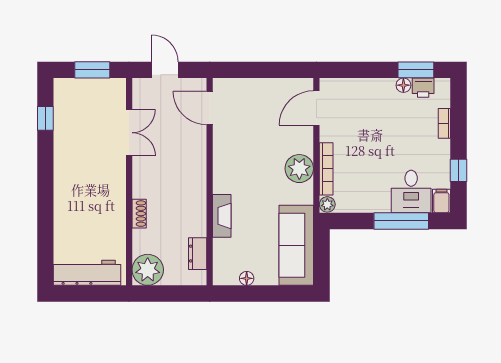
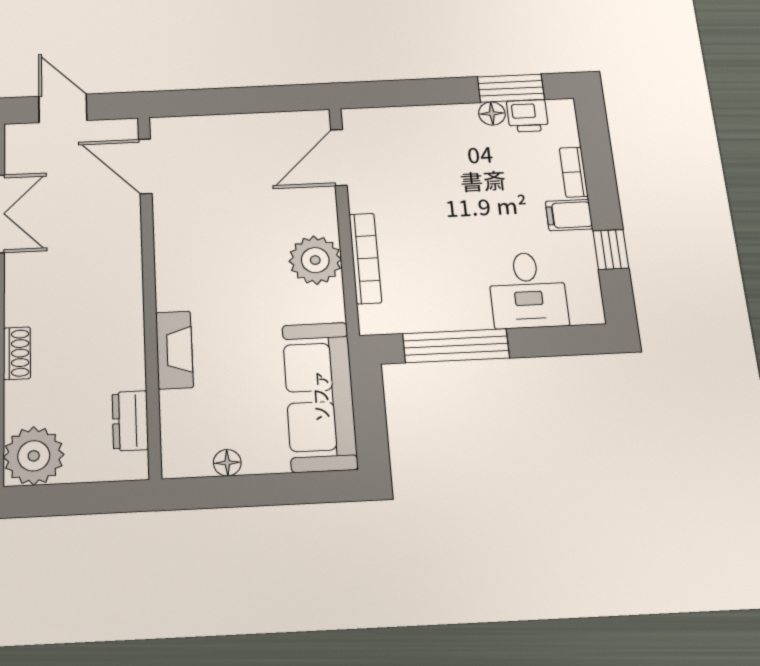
filing cabinet: (441, 201) -> (569, 215), moved, turned -90
plant: (327, 204) -> (373, 320), removed
window: (401, 221) -> (456, 346), moved

